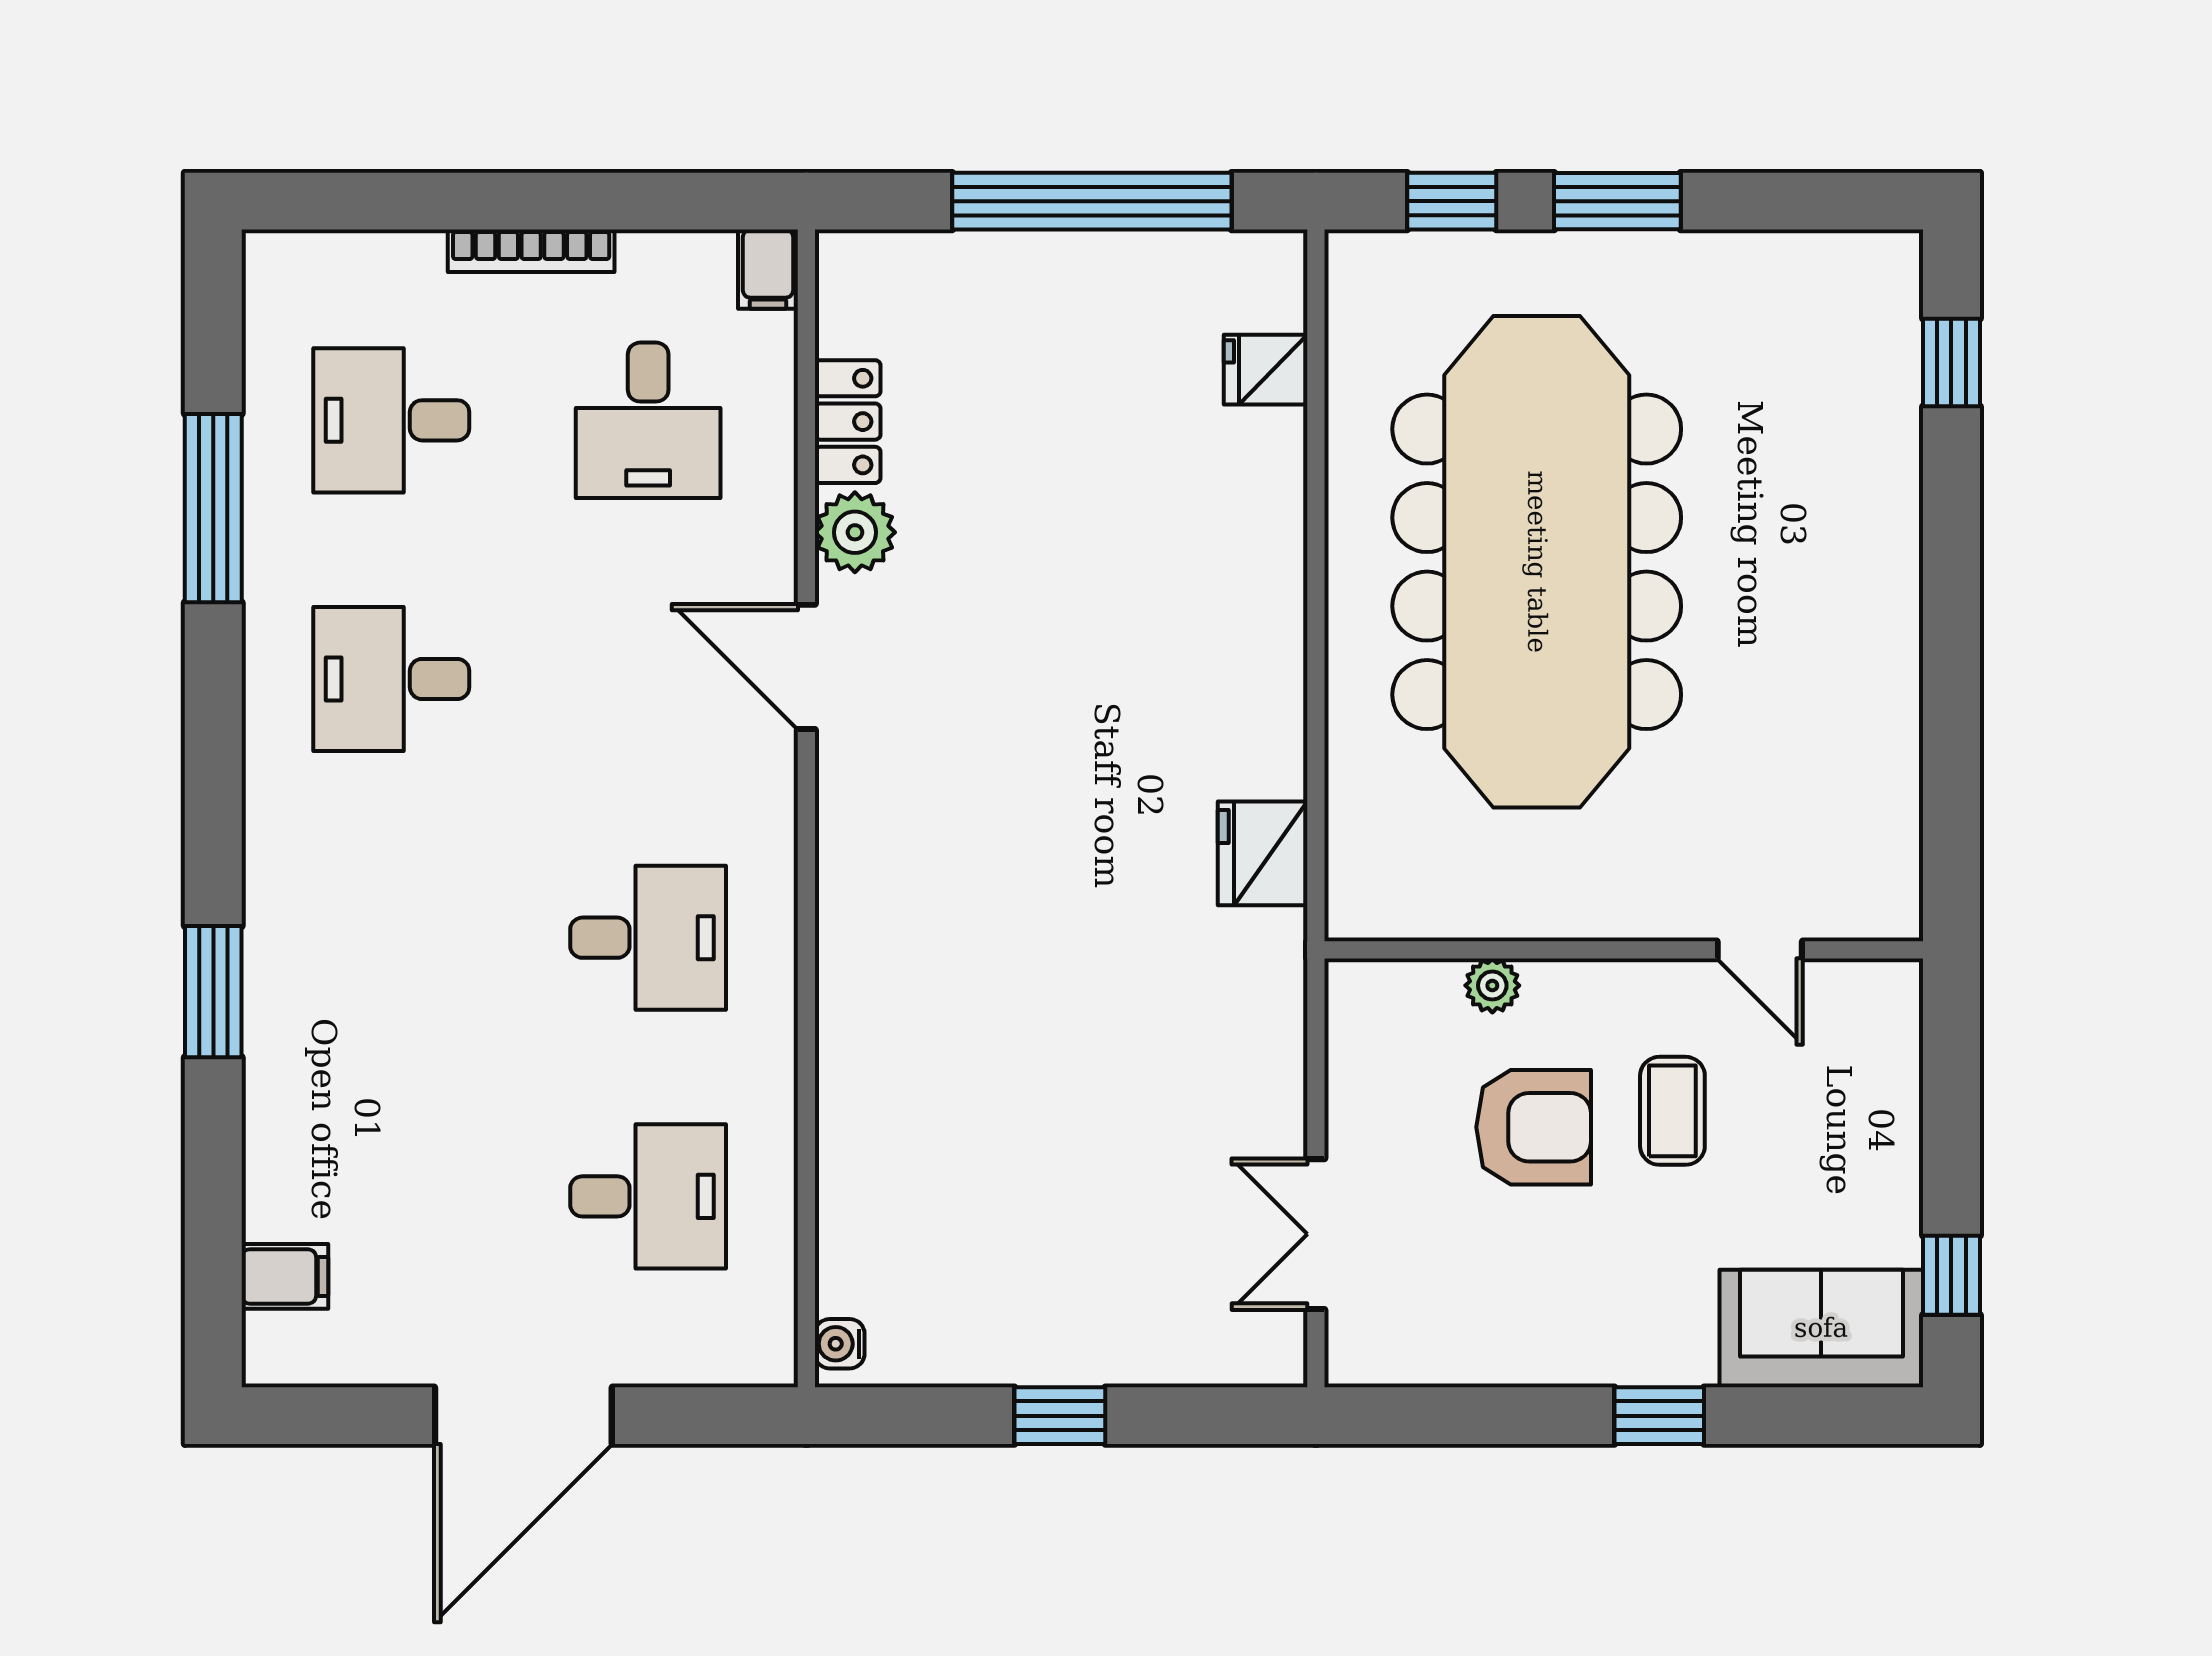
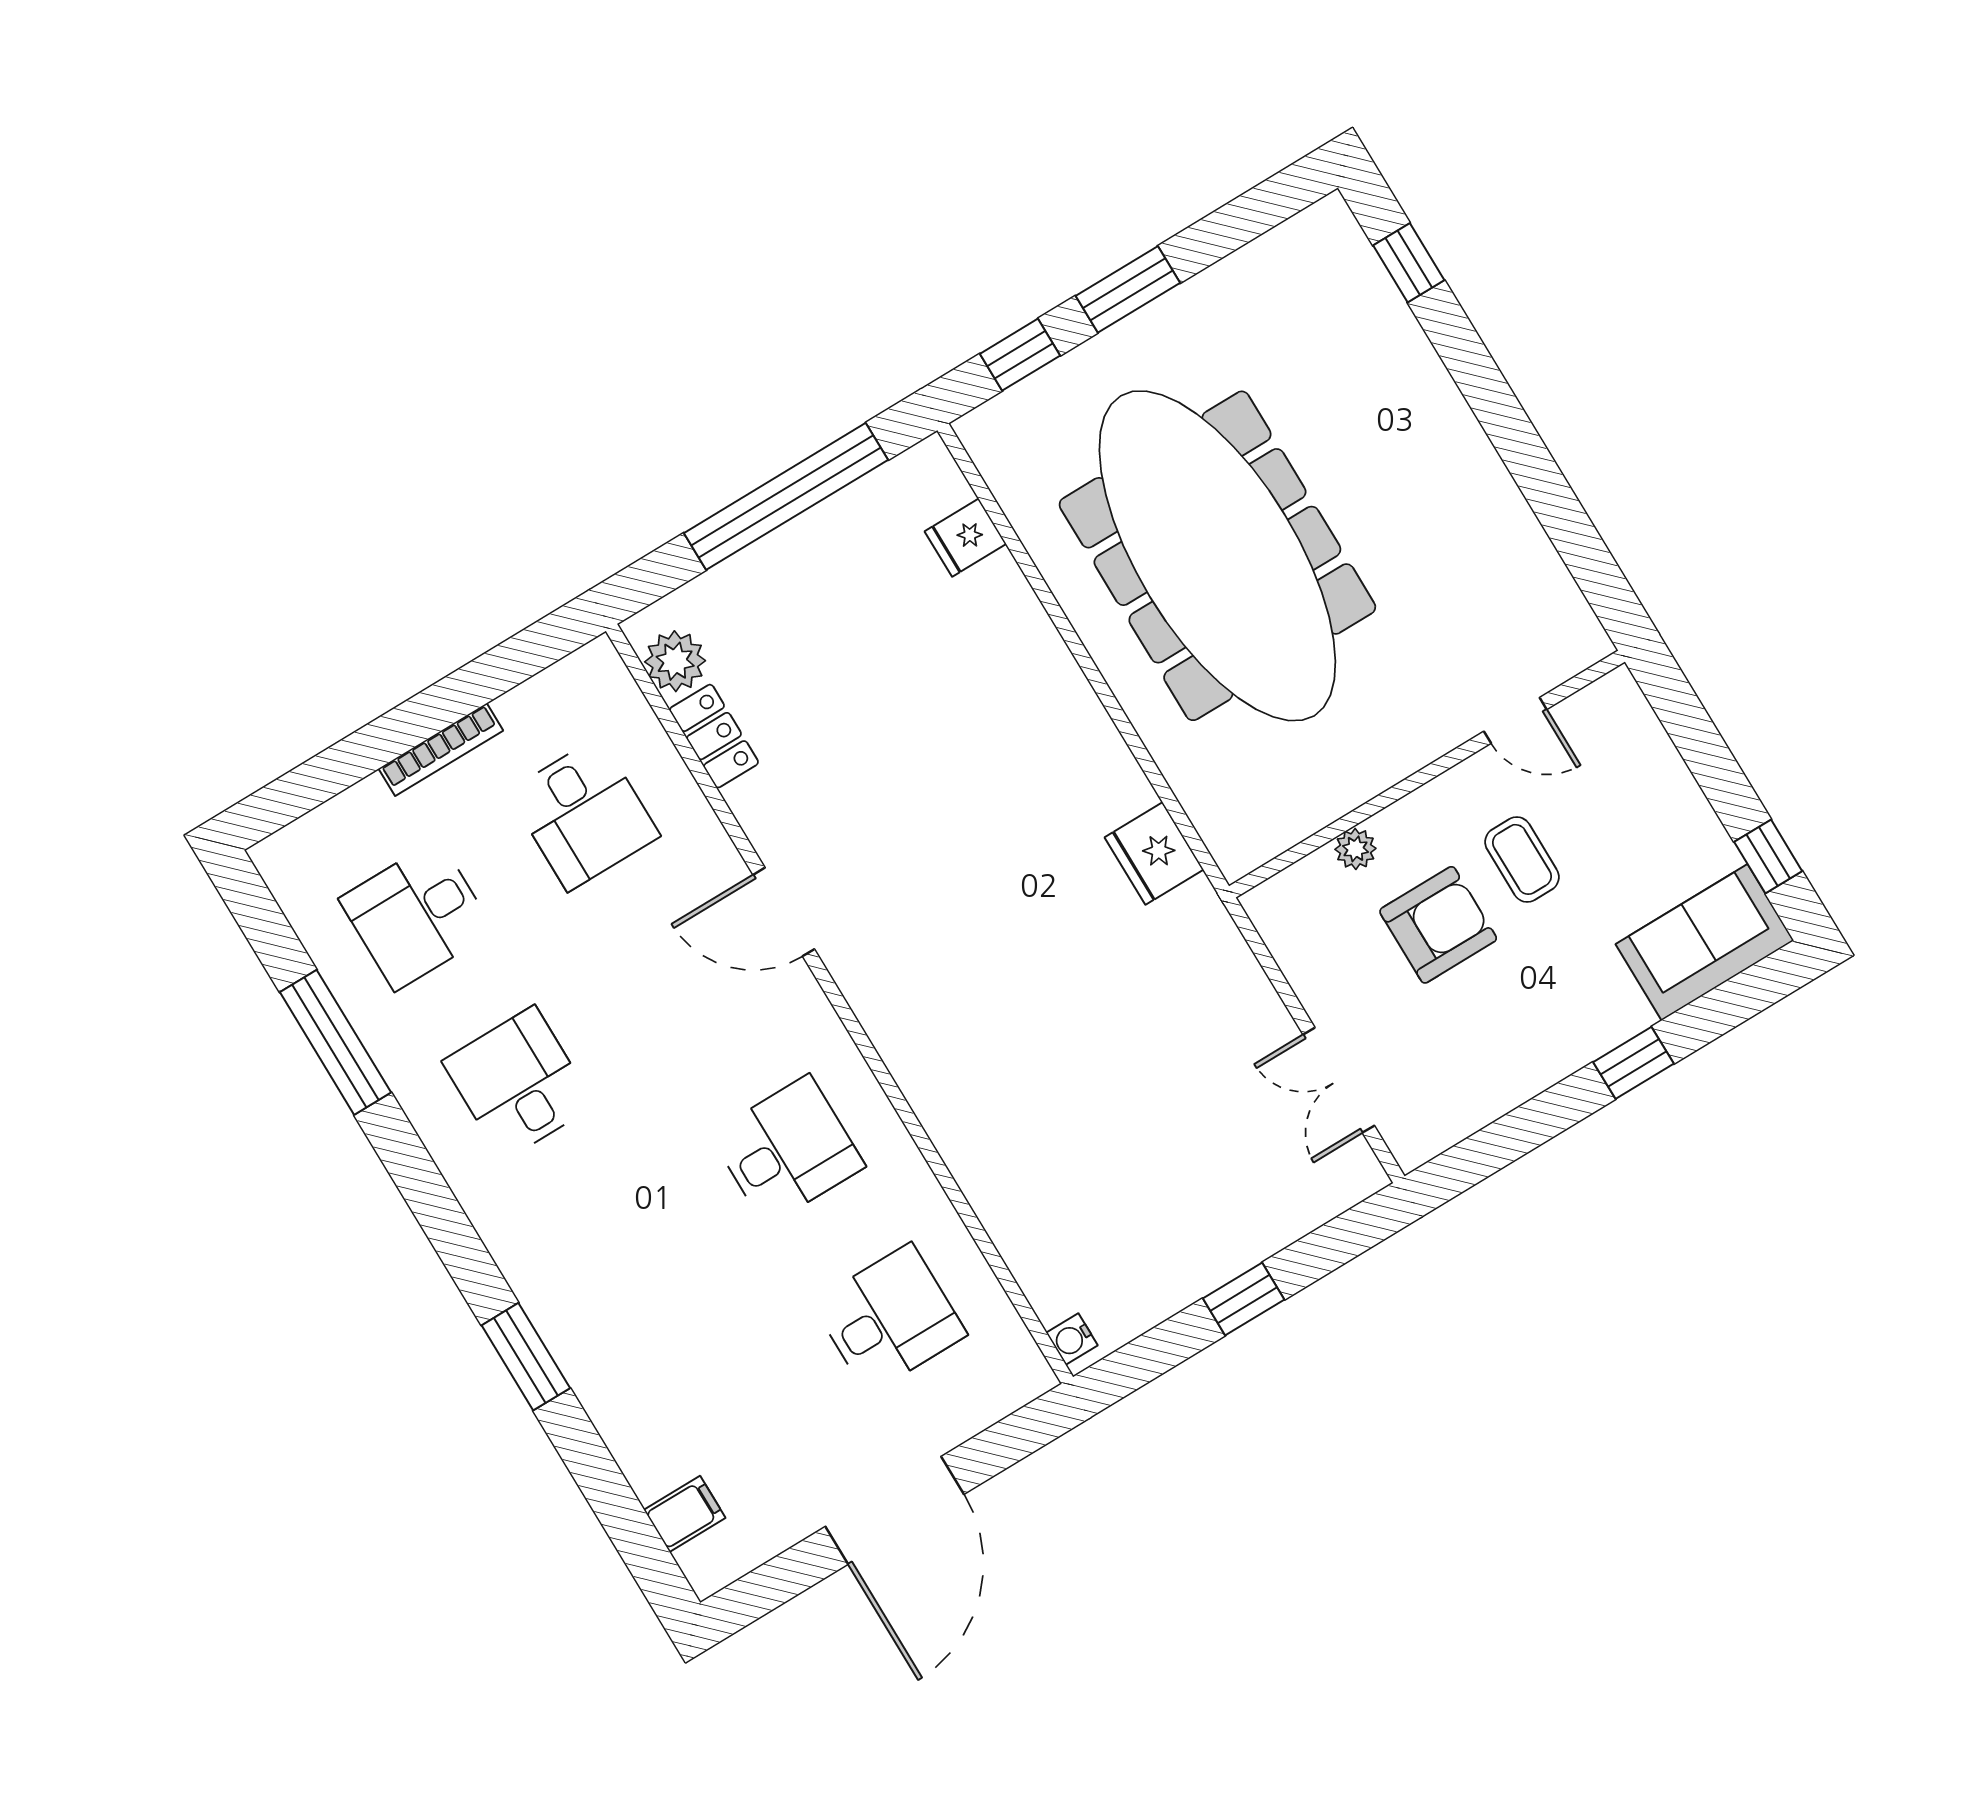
filing cabinet: (768, 269) -> (602, 668), removed
plant: (855, 532) -> (675, 661), moved
desk: (391, 679) -> (519, 1083), turned 90

